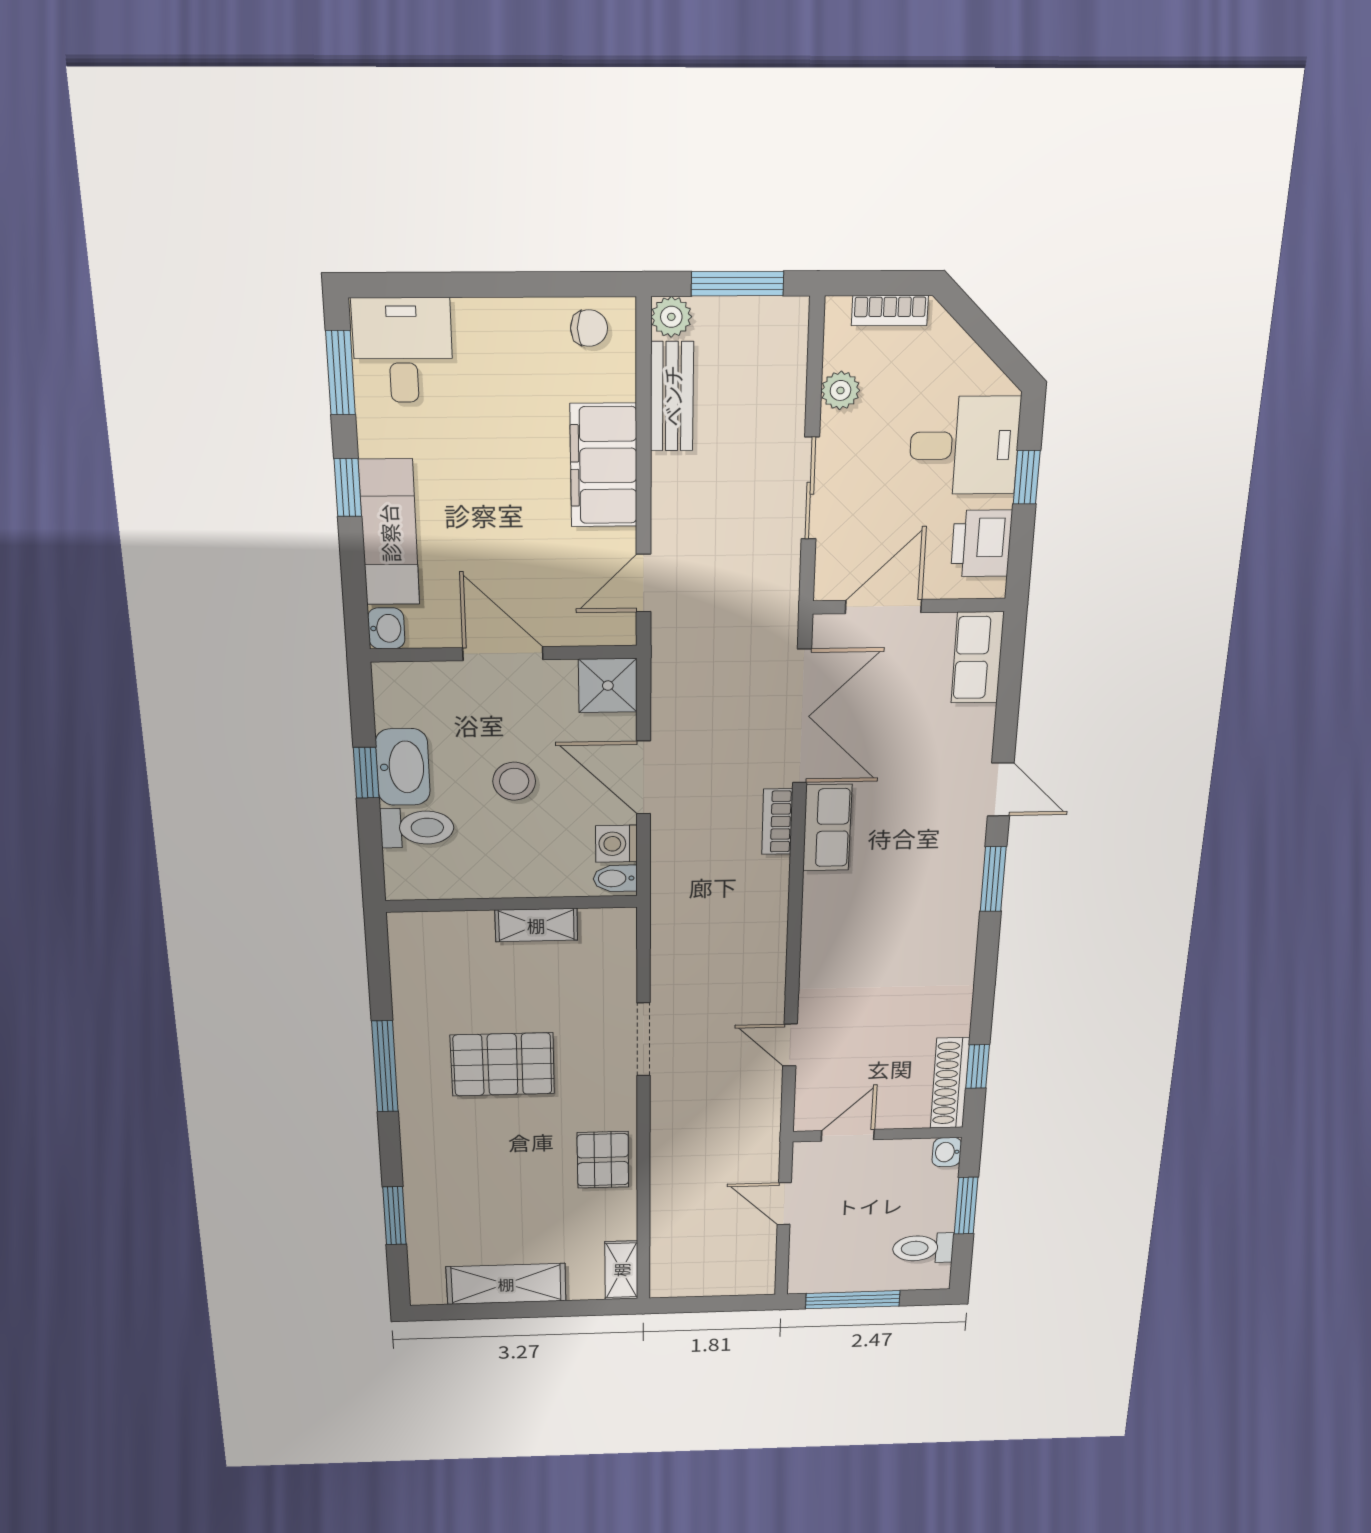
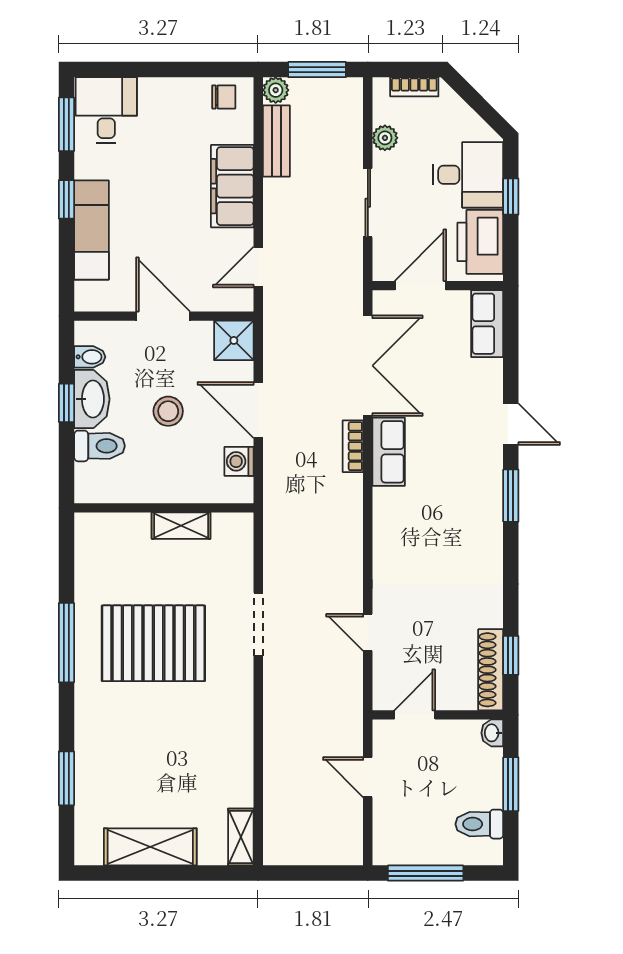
printer: (981, 543) -> (480, 242), width x1.37, depth x1.19
washbasin: (386, 628) -> (86, 297), removed
bidet: (615, 878) -> (90, 357), moved, turned 180
pallet: (503, 1064) -> (153, 643), width x1.37, depth x1.41
pallet: (603, 1160) -> (227, 731), removed

